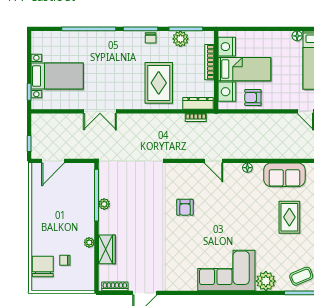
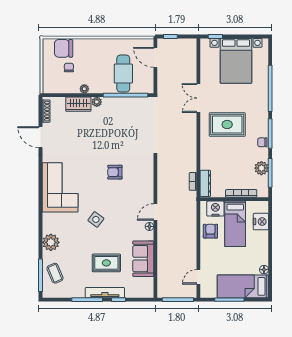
nightstand: (227, 47) -> (261, 222), moved, turned 90
bed with nightstands: (57, 76) -> (236, 61), width x1.36
rug: (159, 83) -> (227, 125), moved
door: (213, 161) -> (155, 212), moved
cafe table: (72, 198) -> (123, 74), added
plant: (104, 204) -> (97, 102), moved
side table: (239, 229) -> (96, 219), added
chair: (43, 266) -> (64, 48), turned 180
corner sofa: (226, 270) -> (60, 187), moved

